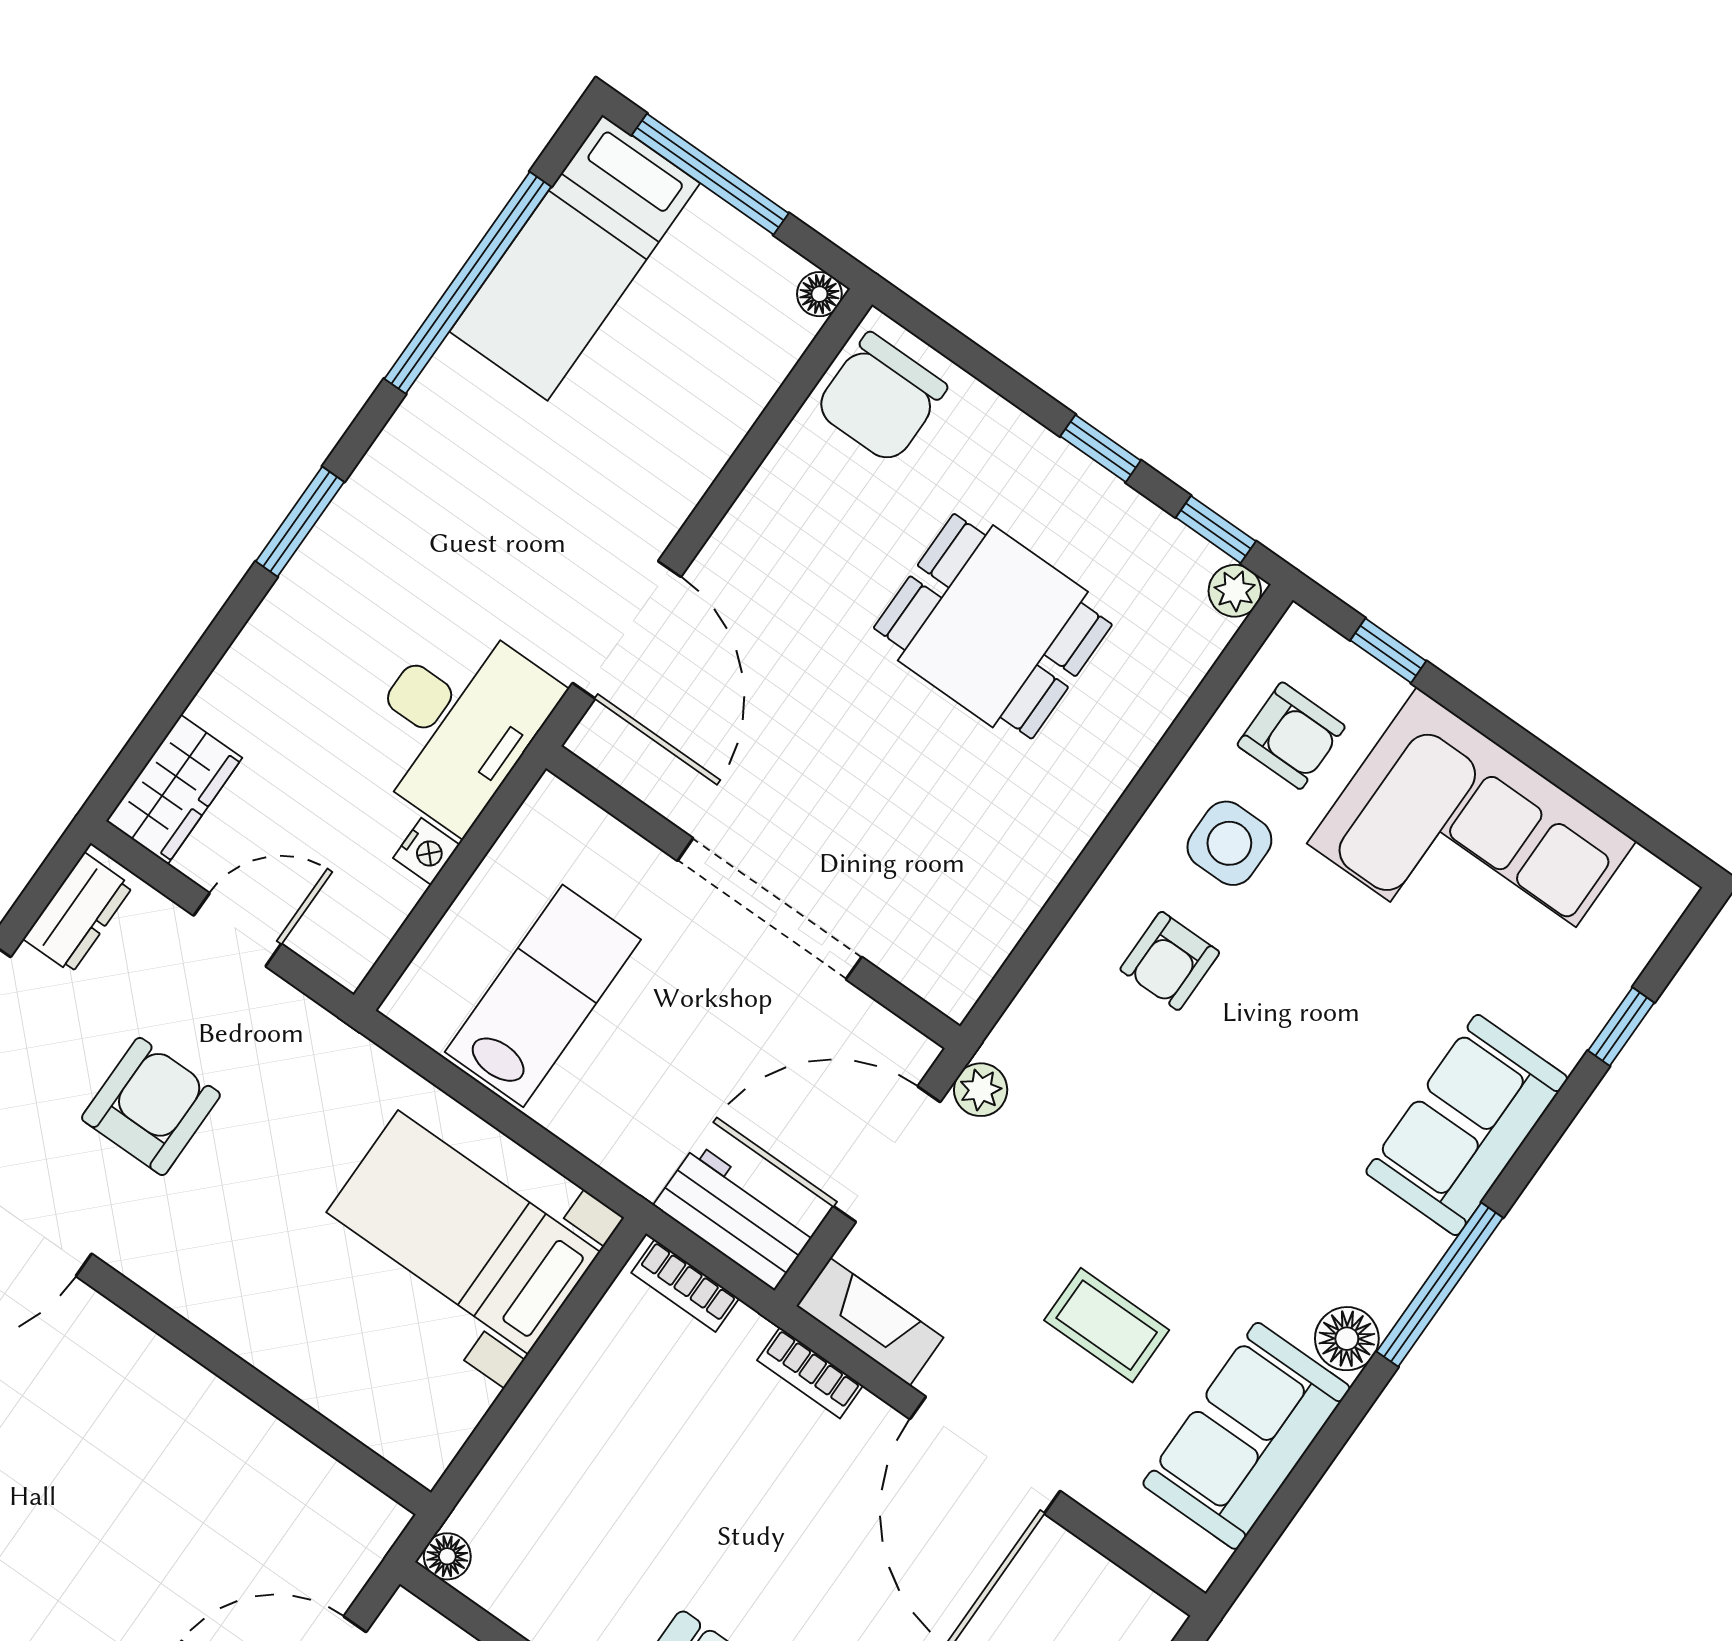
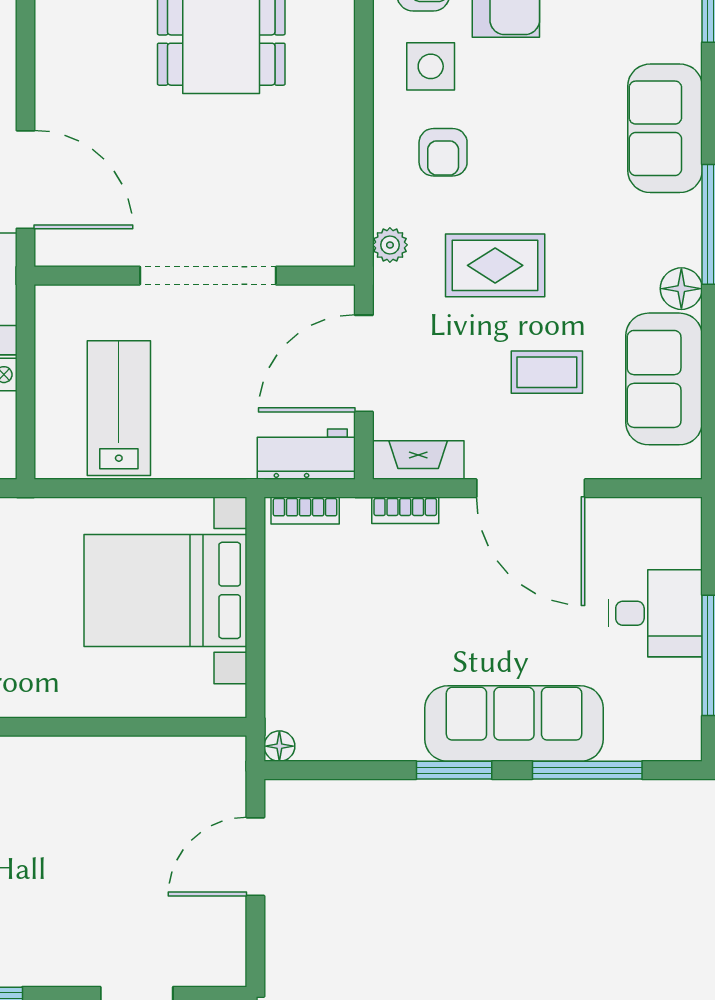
plant: (981, 1090) -> (390, 245), moved
rug: (1135, 1147) -> (495, 265), added
bed with nightstands: (463, 1232) -> (165, 590), width x1.36

